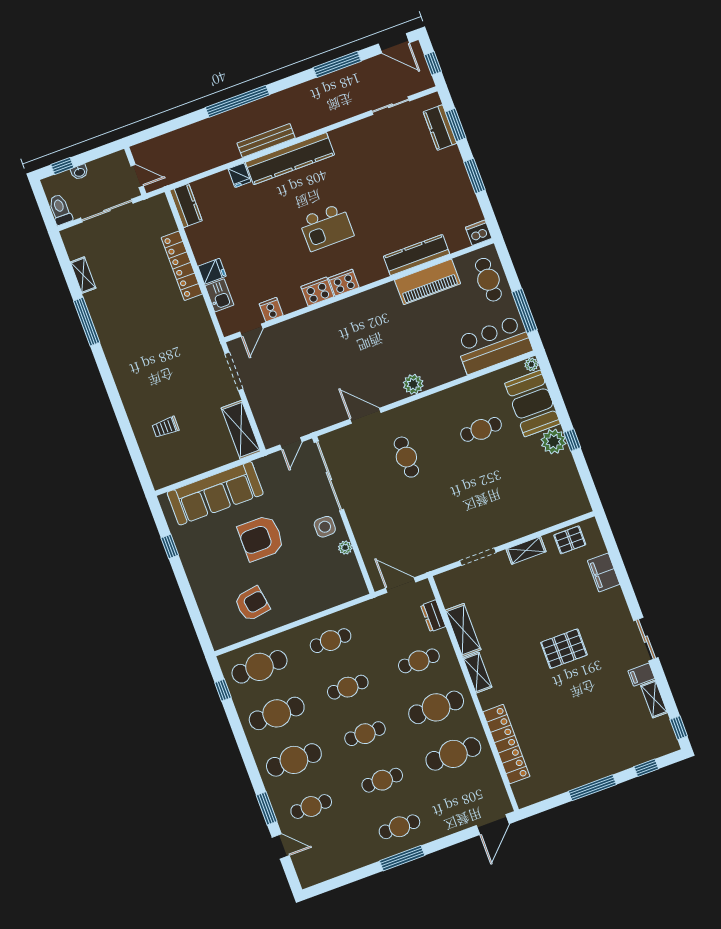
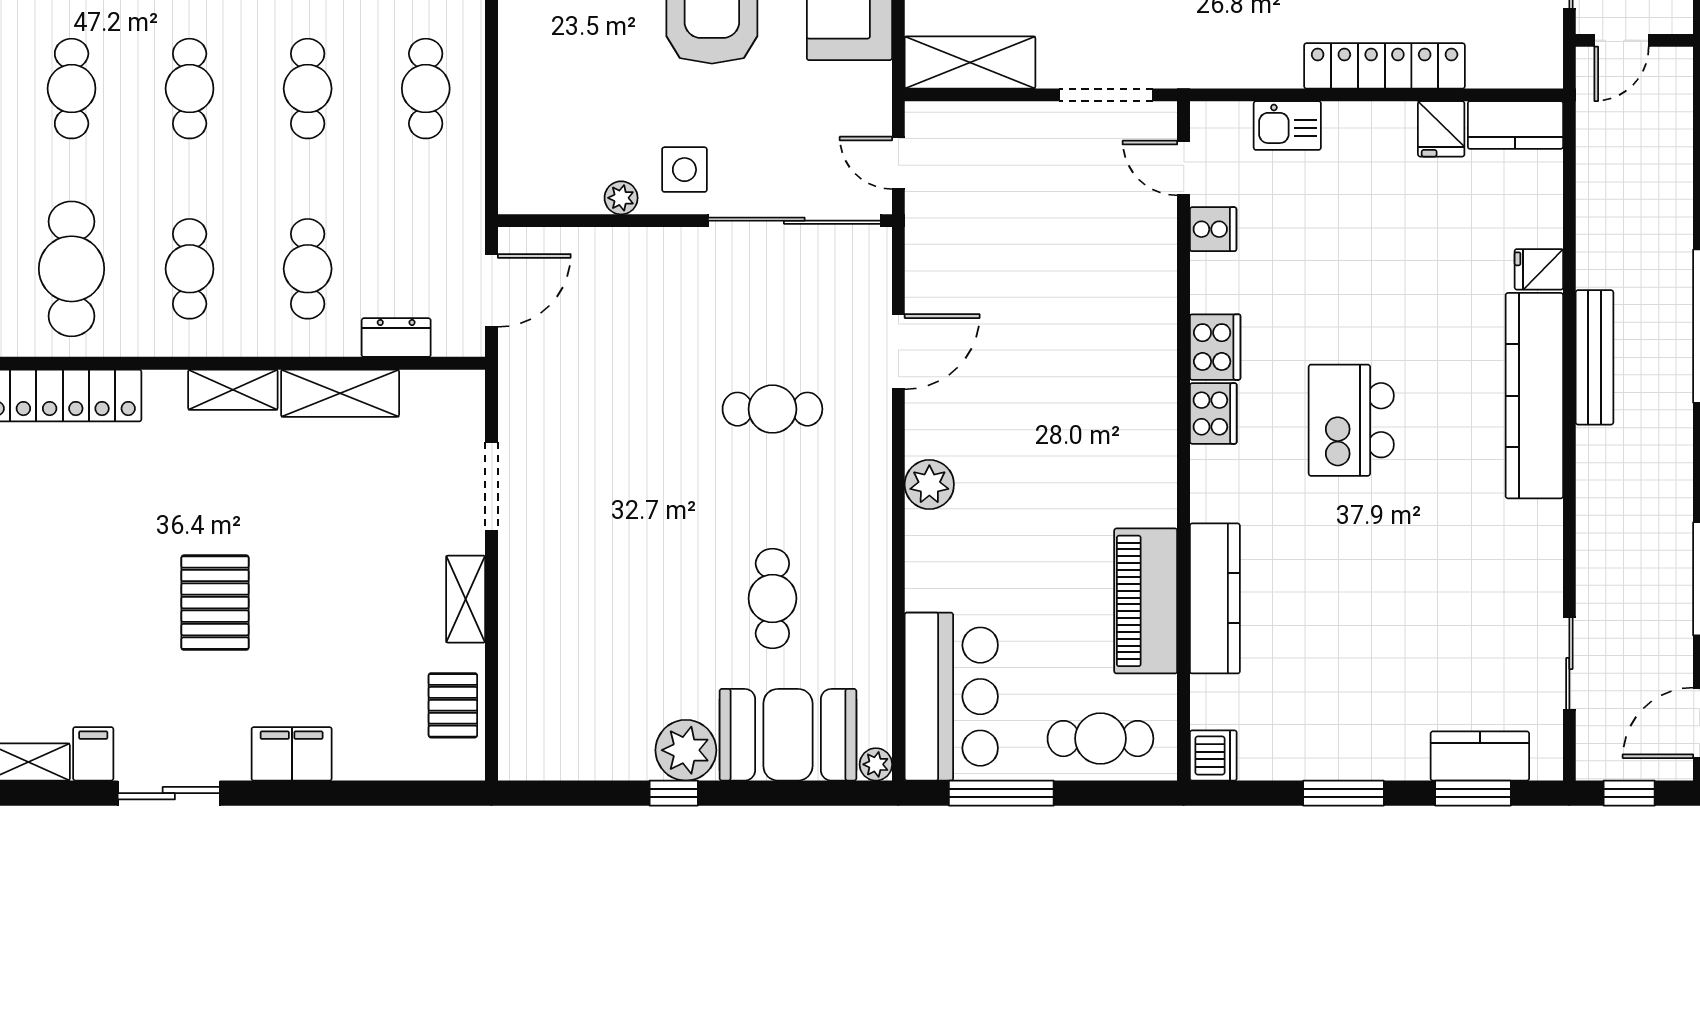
fridge: (212, 271) -> (1441, 129), moved
filing cabinet: (604, 572) -> (292, 754), moved
cafe table: (436, 707) -> (190, 269), width x0.73, depth x0.74

